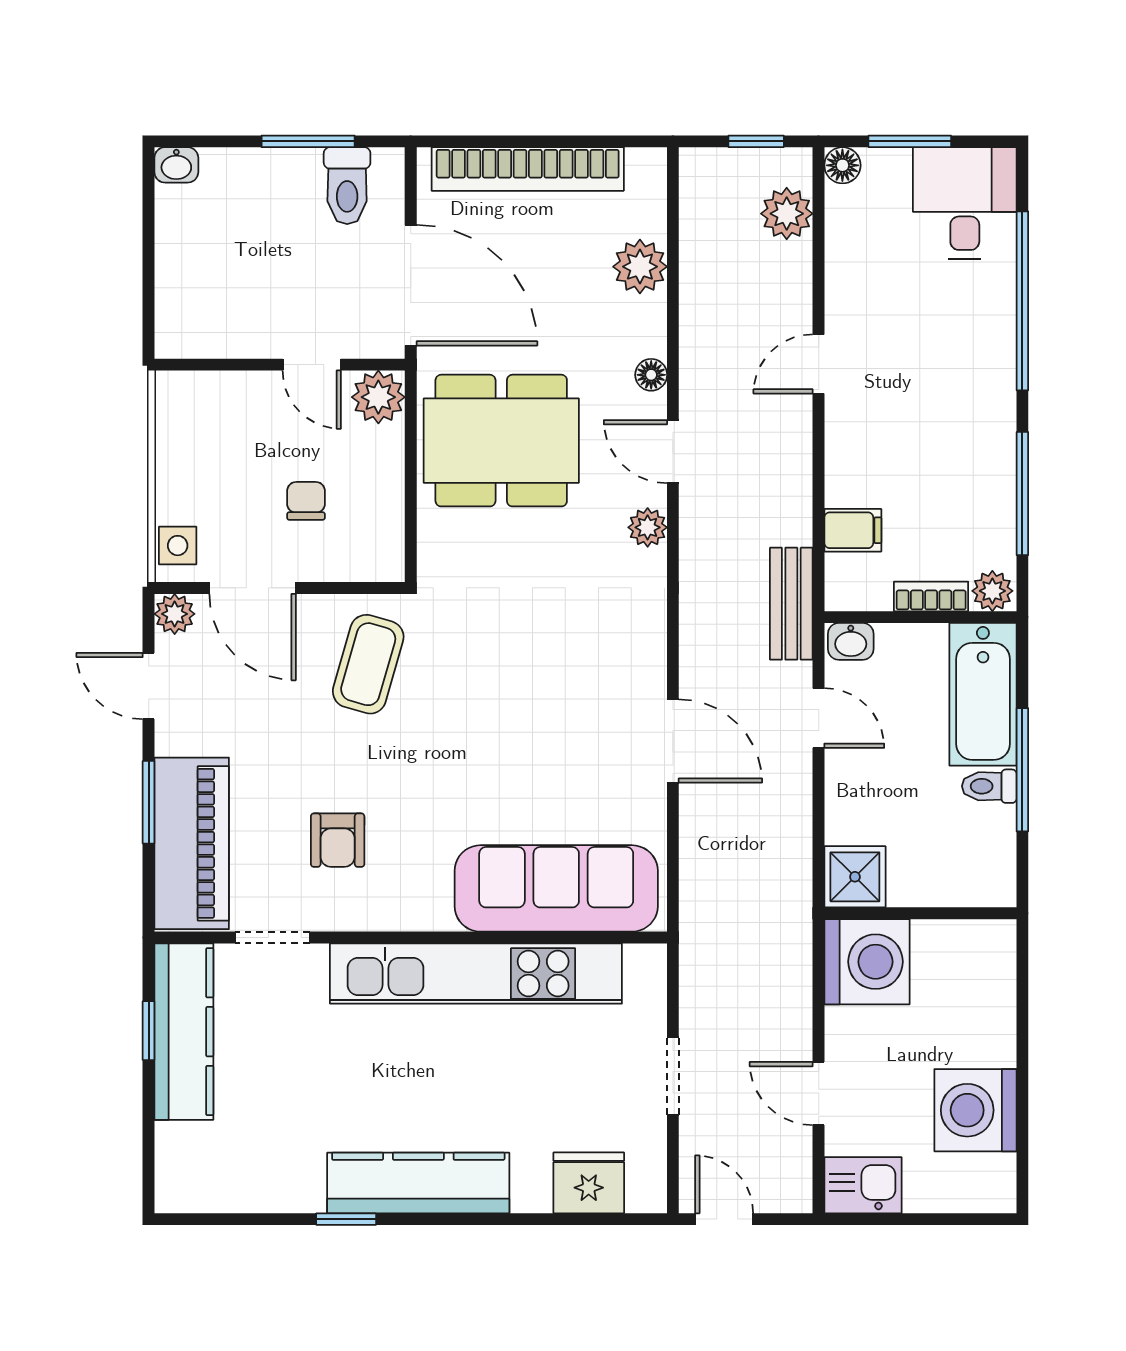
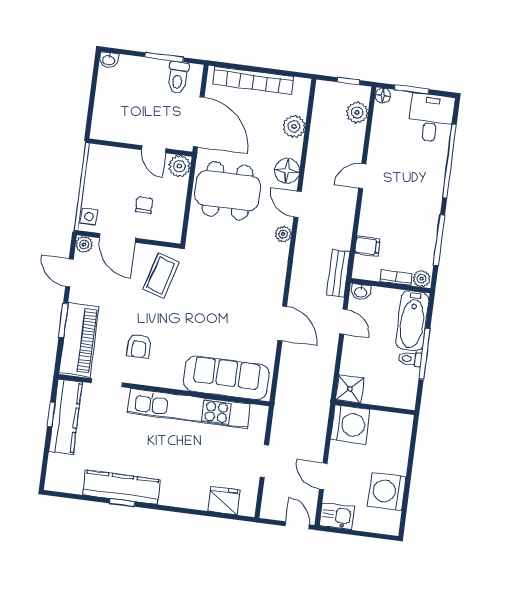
floor lamp: (651, 375) -> (287, 171), width x1.89, depth x1.89
kitchen counter: (418, 1183) -> (121, 487), moved
door: (724, 1219) -> (297, 525), moved

